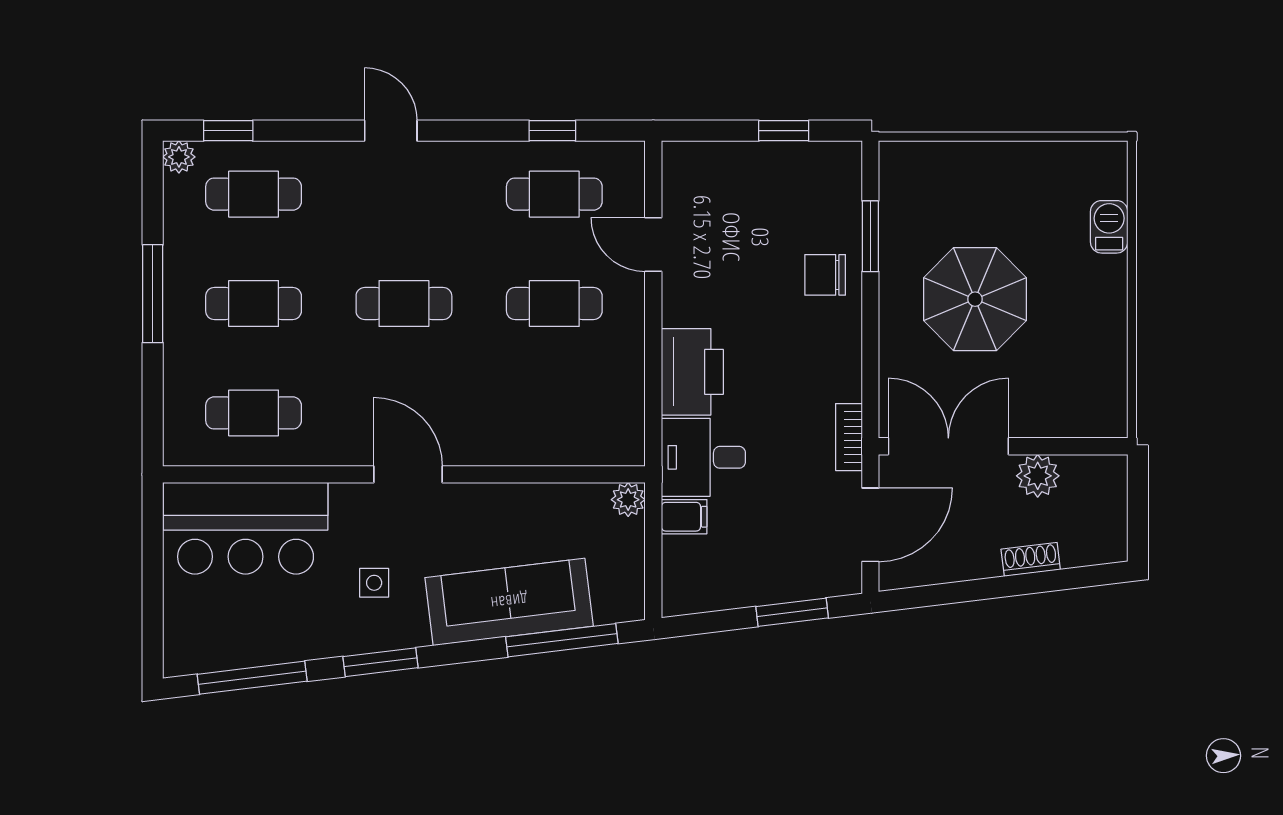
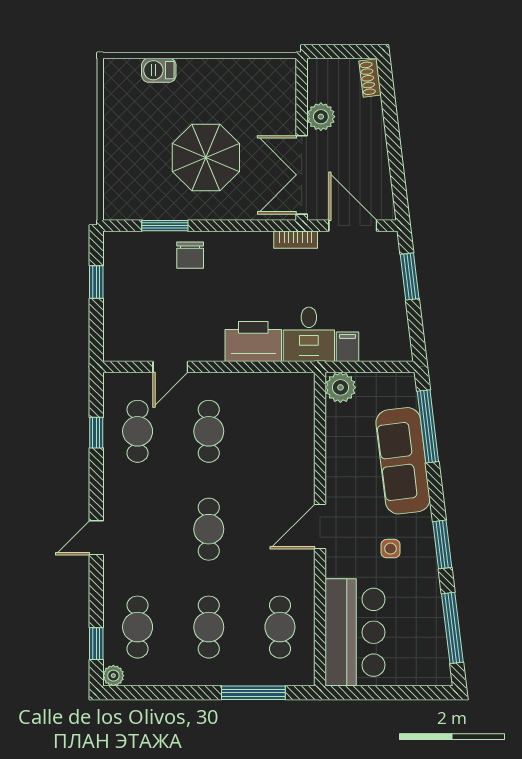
window: (153, 294) -> (253, 693), moved
plant: (628, 500) -> (340, 387), width x1.38, depth x1.38
shoe rack: (1031, 559) -> (370, 78), moved

